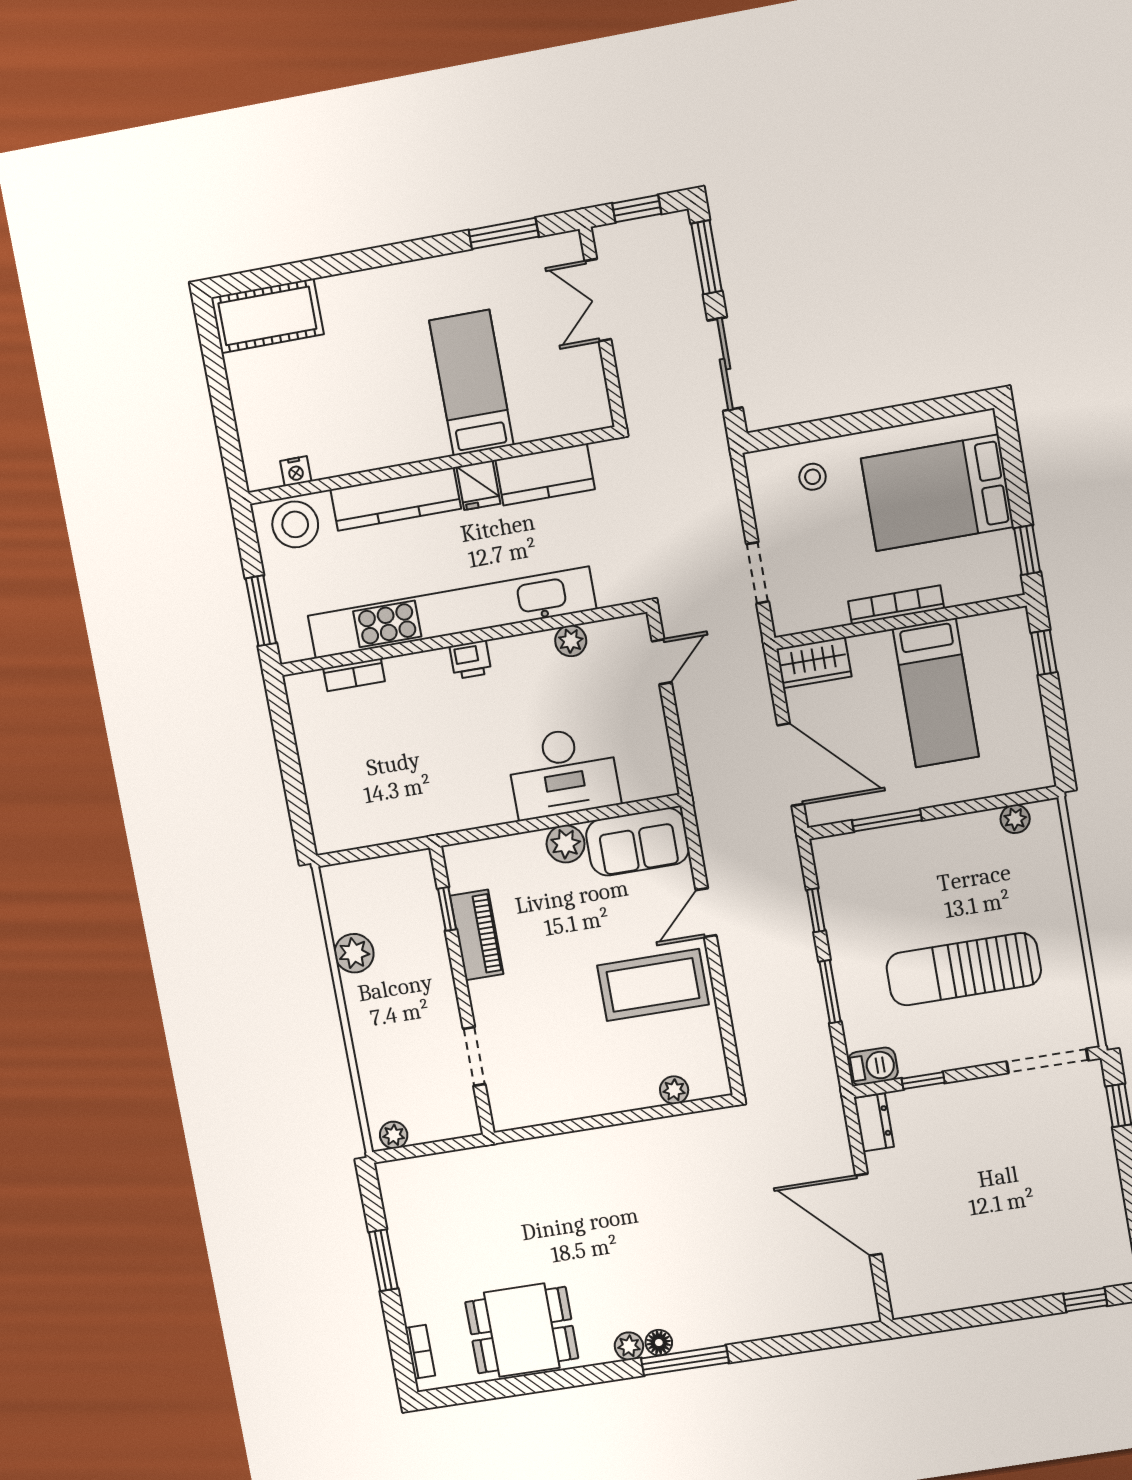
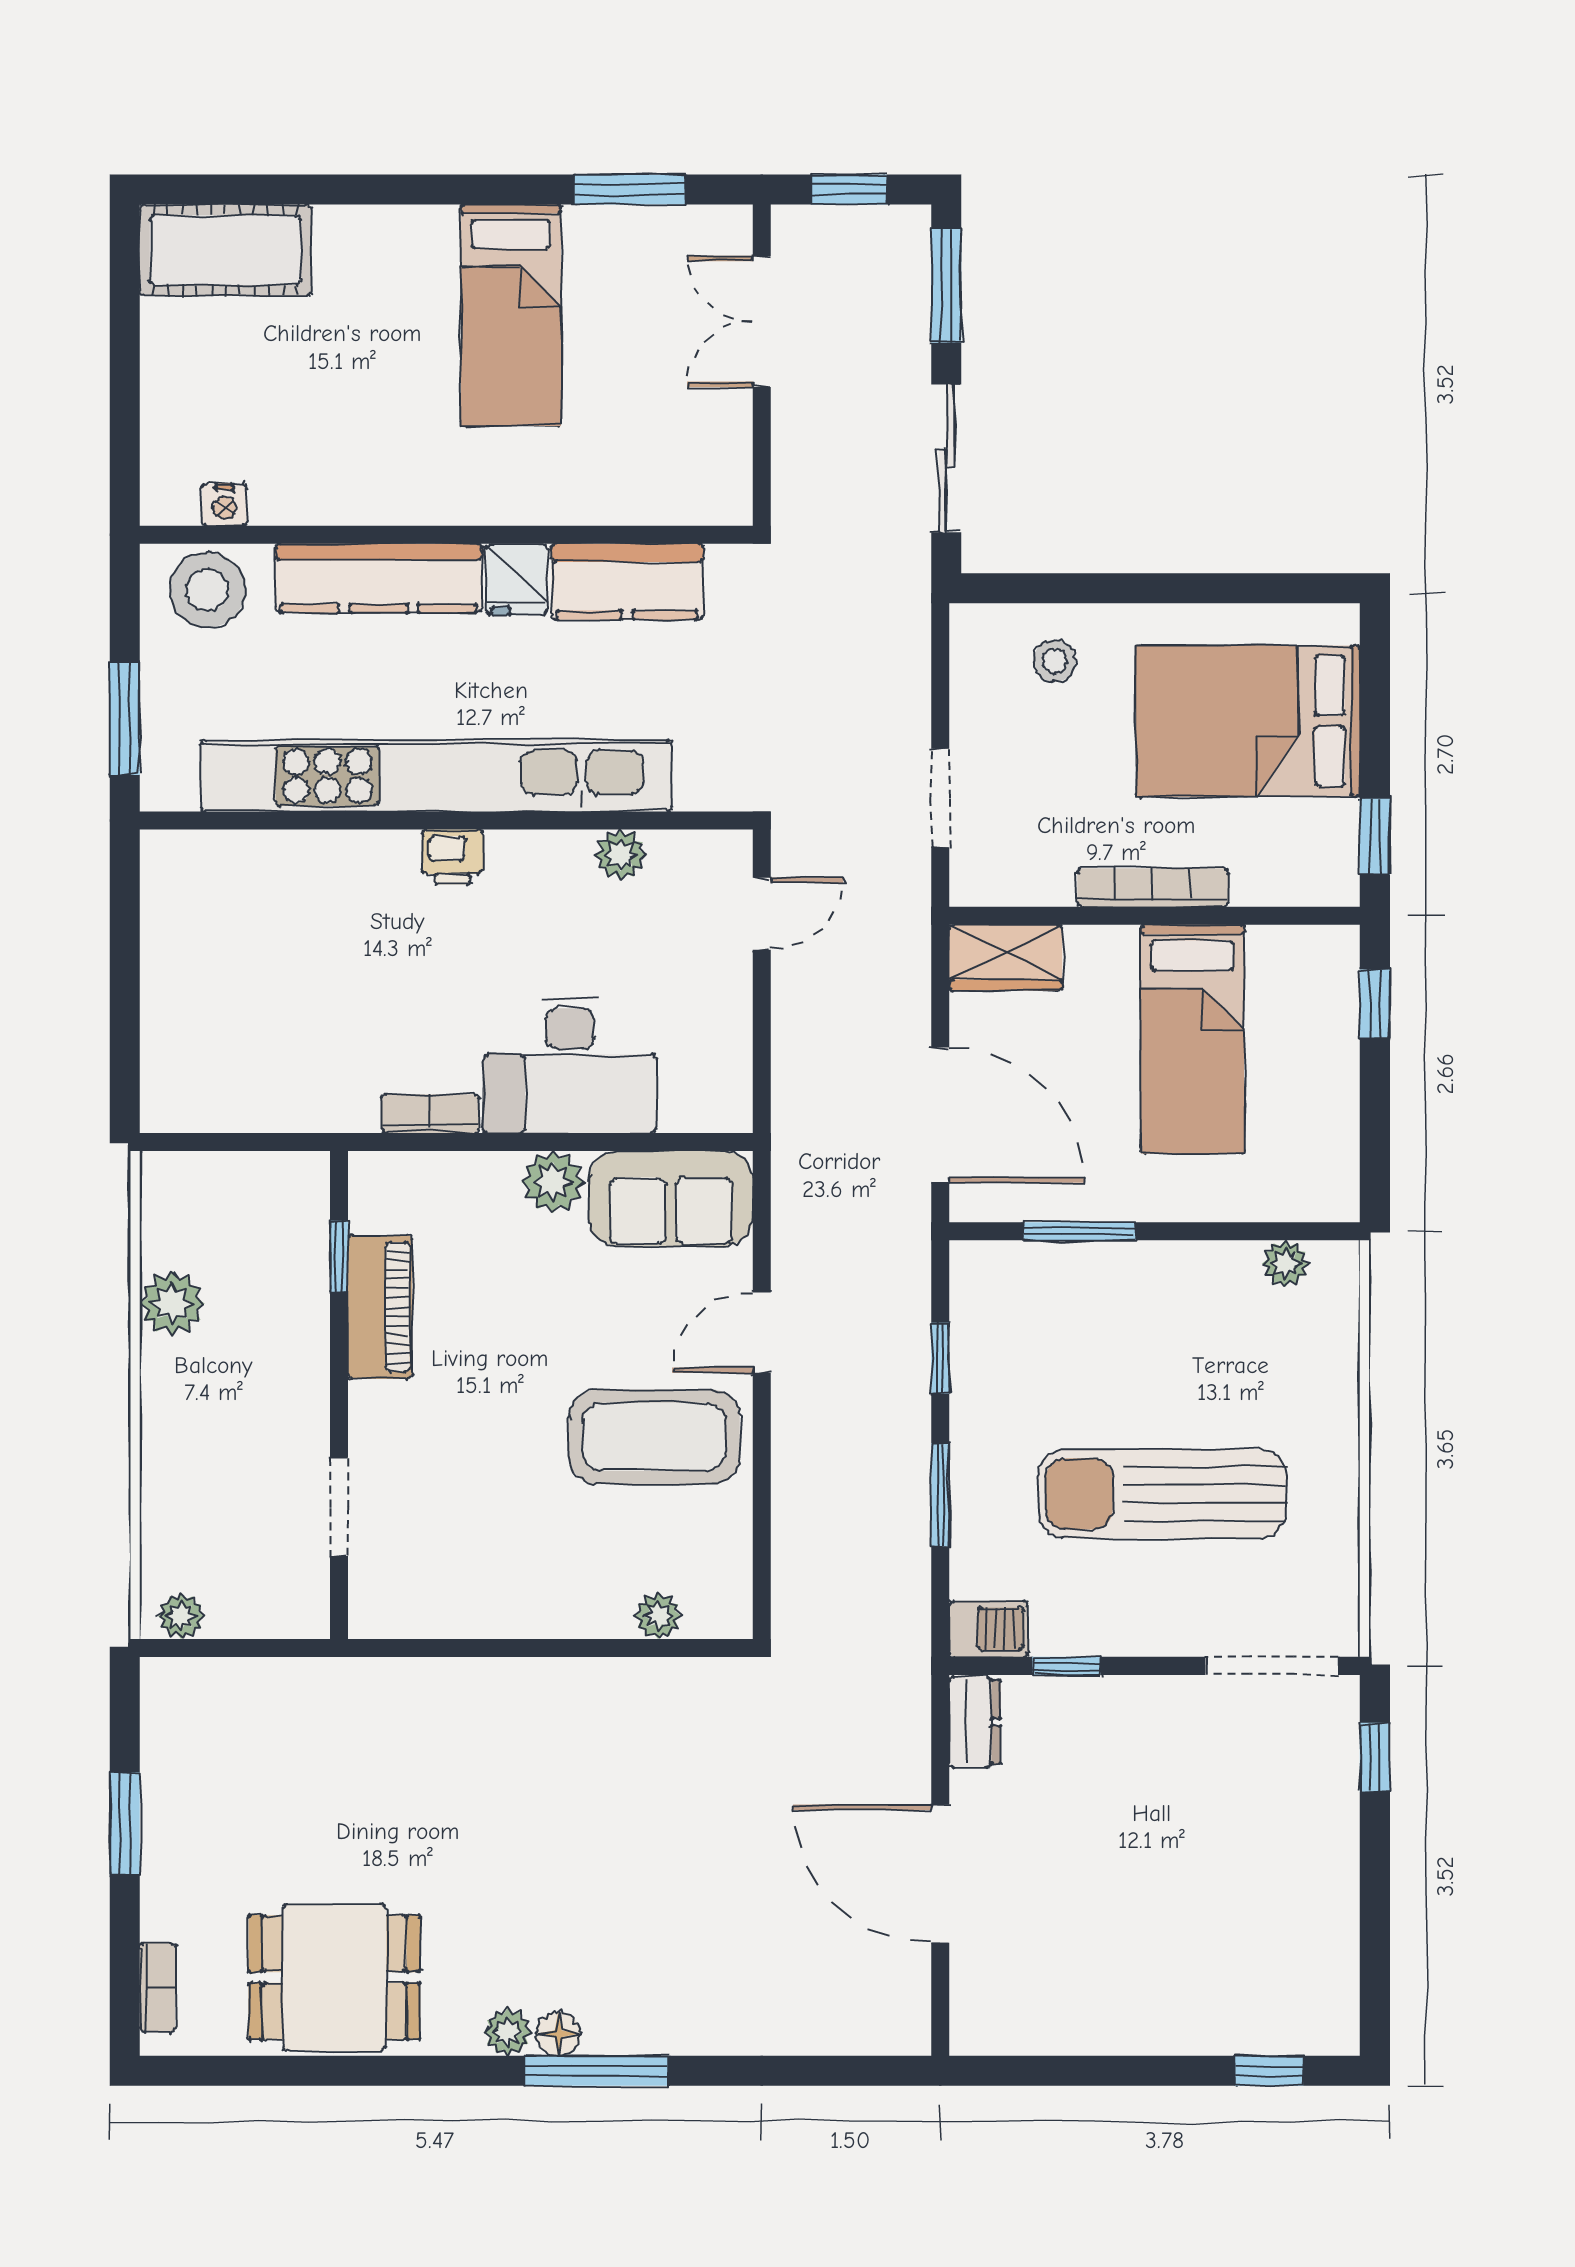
bed: (471, 383) -> (511, 315), moved, turned 180
bookcase: (354, 675) -> (430, 1114), moved, turned 180

